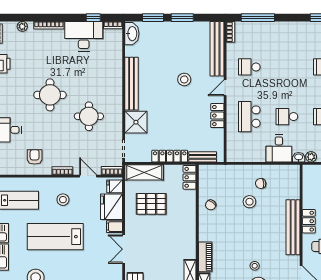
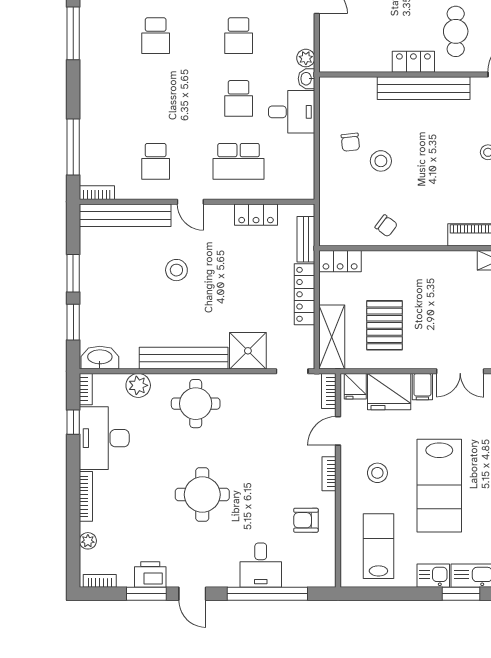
plant: (115, 57) -> (138, 385), added
round table: (89, 116) -> (196, 404), moved
locker: (217, 116) -> (256, 215), moved

